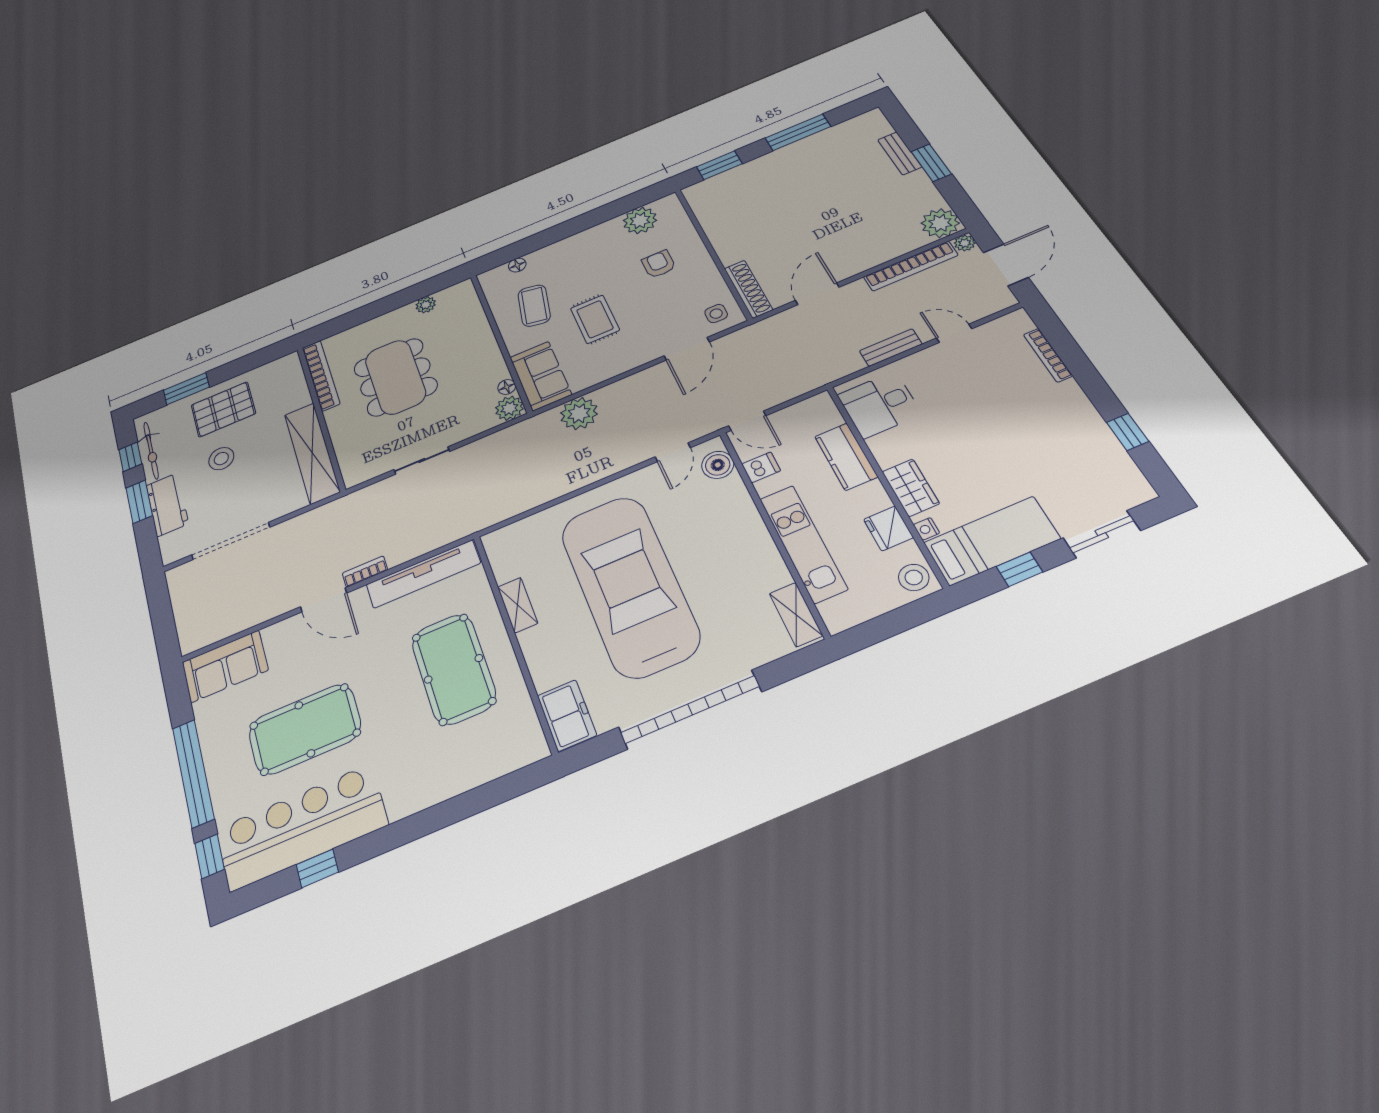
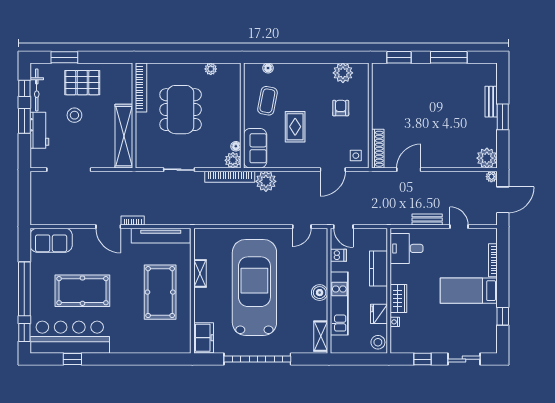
bookcase: (911, 266) -> (230, 177), moved
boiler: (718, 465) -> (320, 293), moved
bed: (992, 541) -> (469, 291), moved, turned 180

